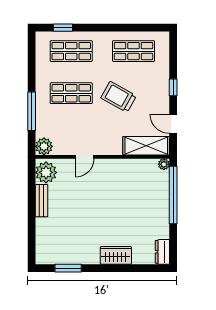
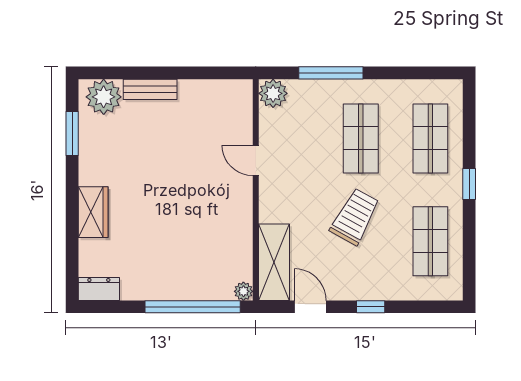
window: (63, 28) -> (469, 184), moved
door: (173, 124) -> (310, 307), hinge flipped
plant: (46, 172) -> (104, 97), moved
bench: (42, 201) -> (150, 89), moved

